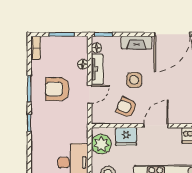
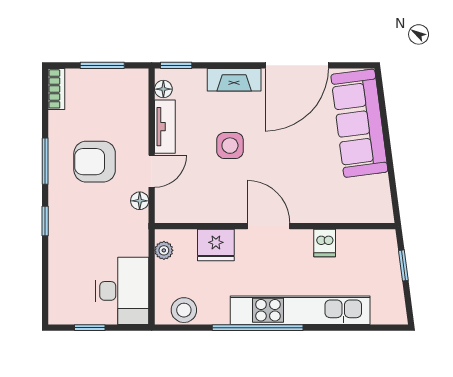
floor lamp: (83, 64) -> (140, 201), moved
armchair: (126, 107) -> (216, 194), removed
door: (156, 126) -> (269, 226), hinge flipped
plant: (101, 144) -> (164, 250), width x0.53, depth x0.53

